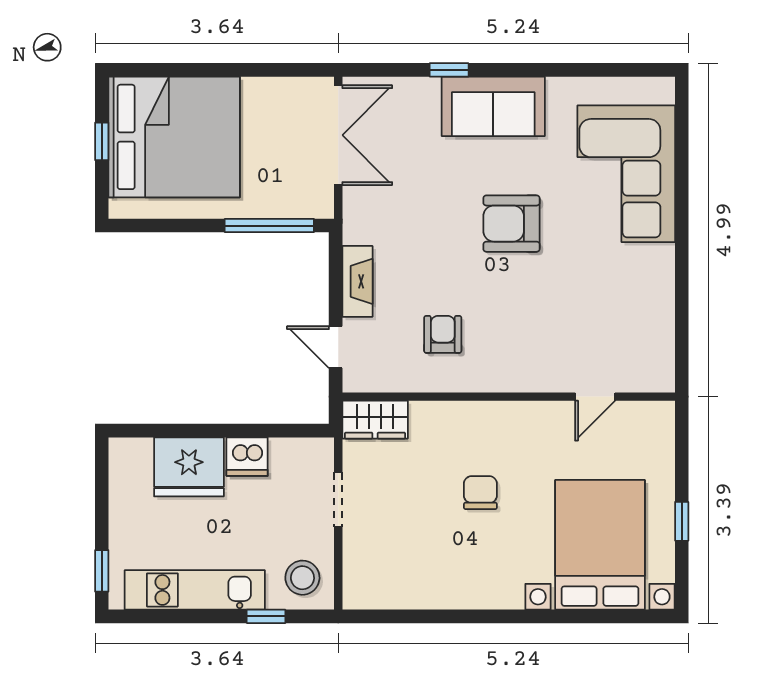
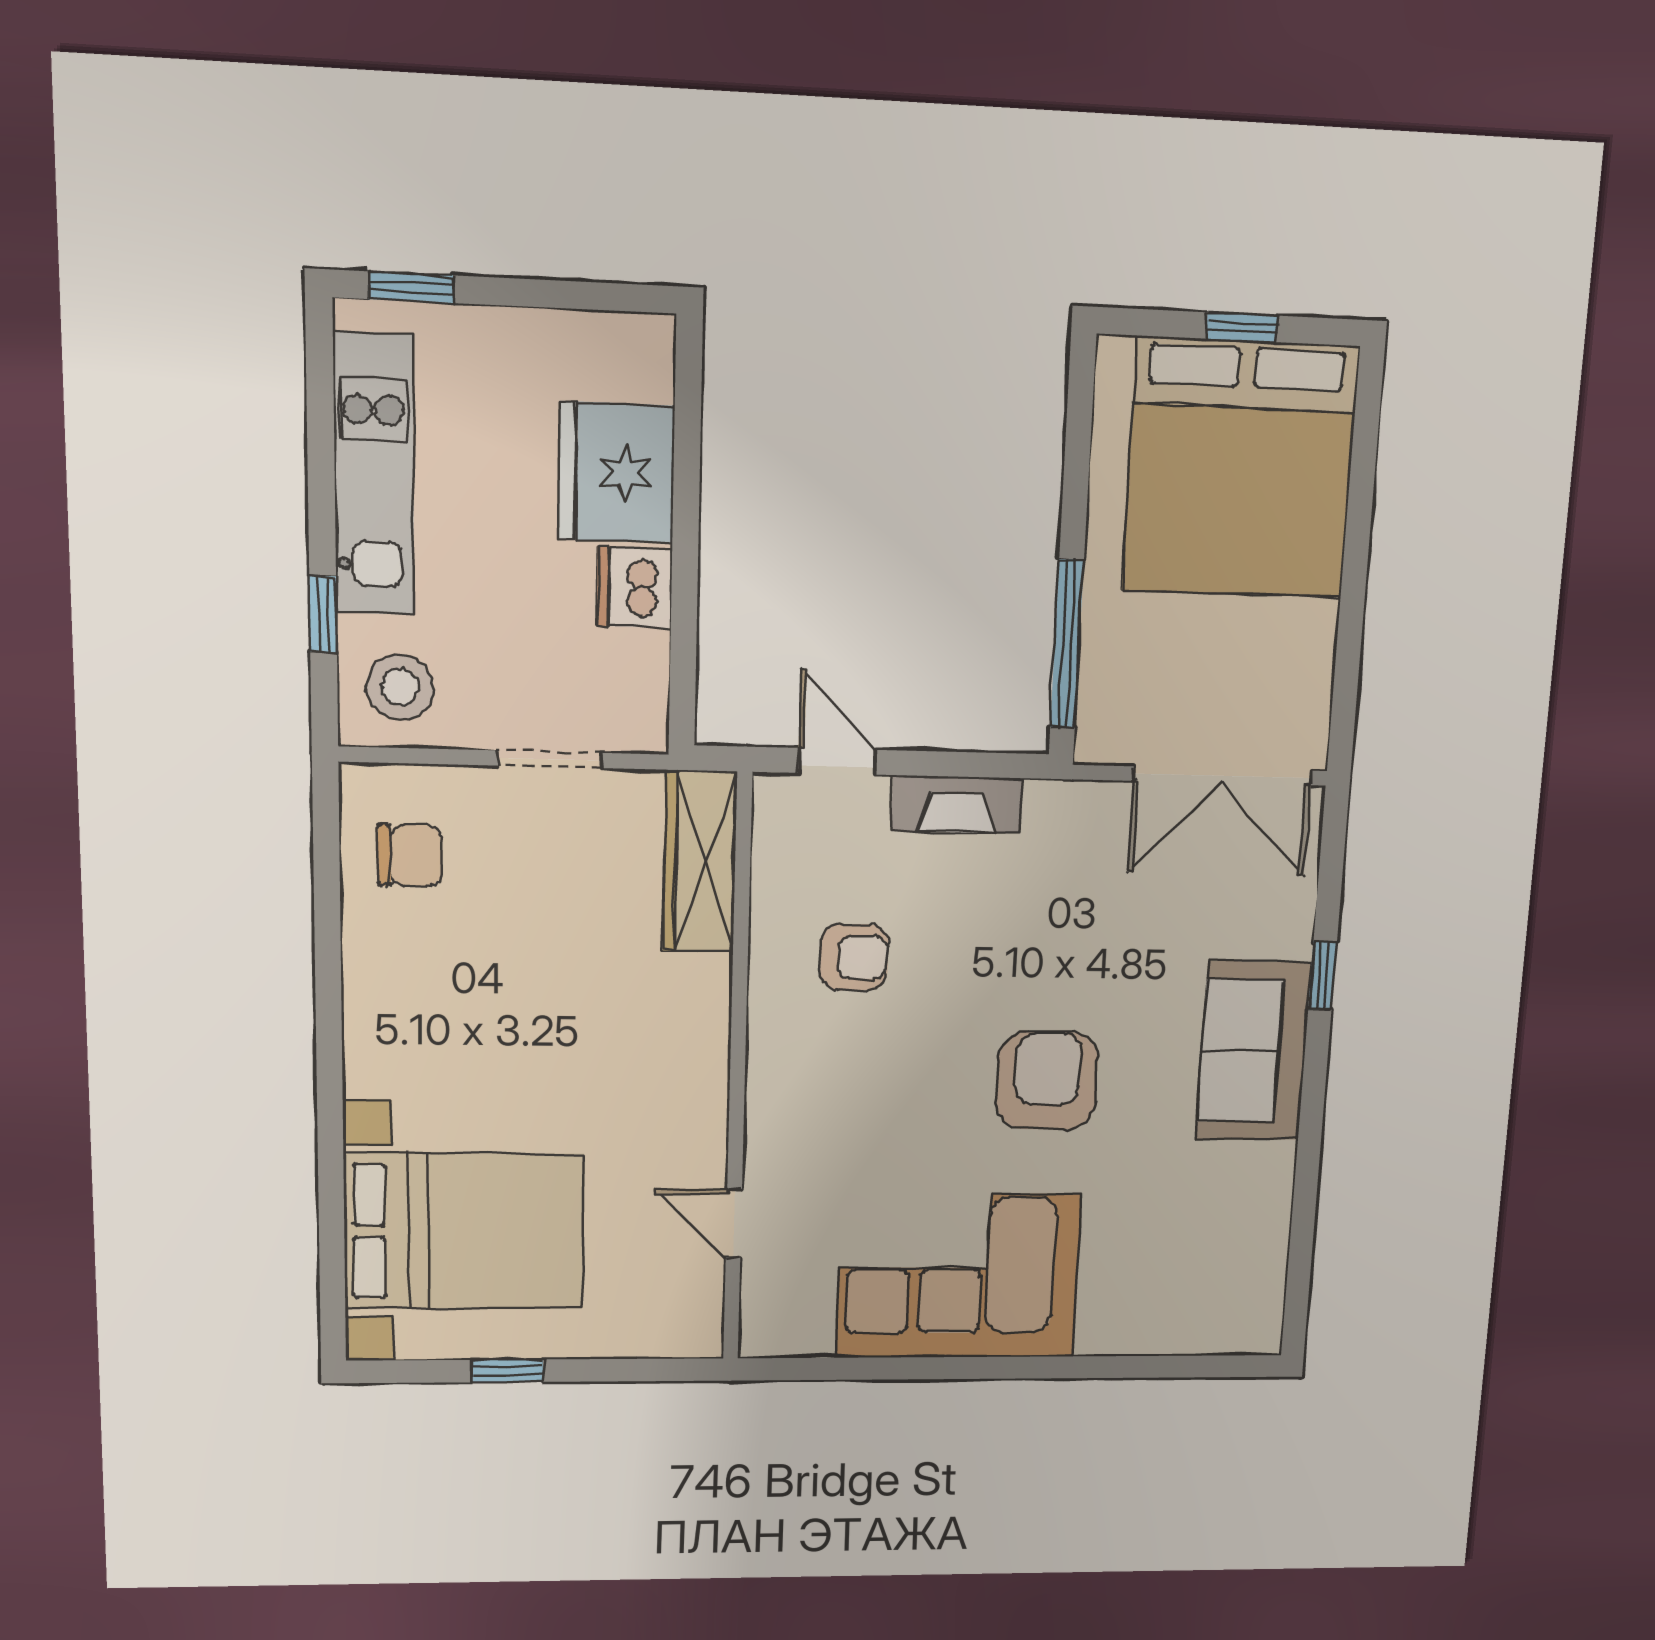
corner sofa: (626, 174) -> (959, 1276), moved
door: (336, 347) -> (837, 761), hinge flipped
wardrobe: (375, 420) -> (700, 861), width x1.50
chair: (480, 493) -> (410, 855), moved

